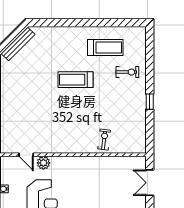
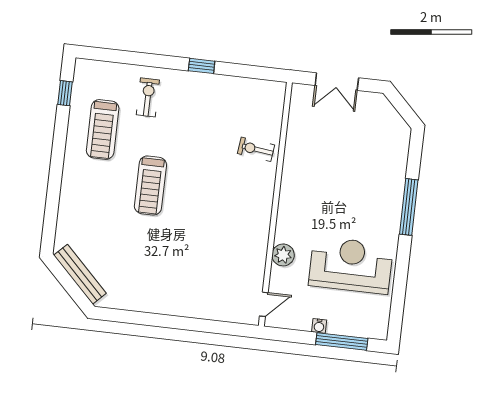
window: (124, 23) -> (65, 93), added
treadmill: (105, 48) -> (103, 129), turned 180
door: (26, 155) -> (264, 304), moved

